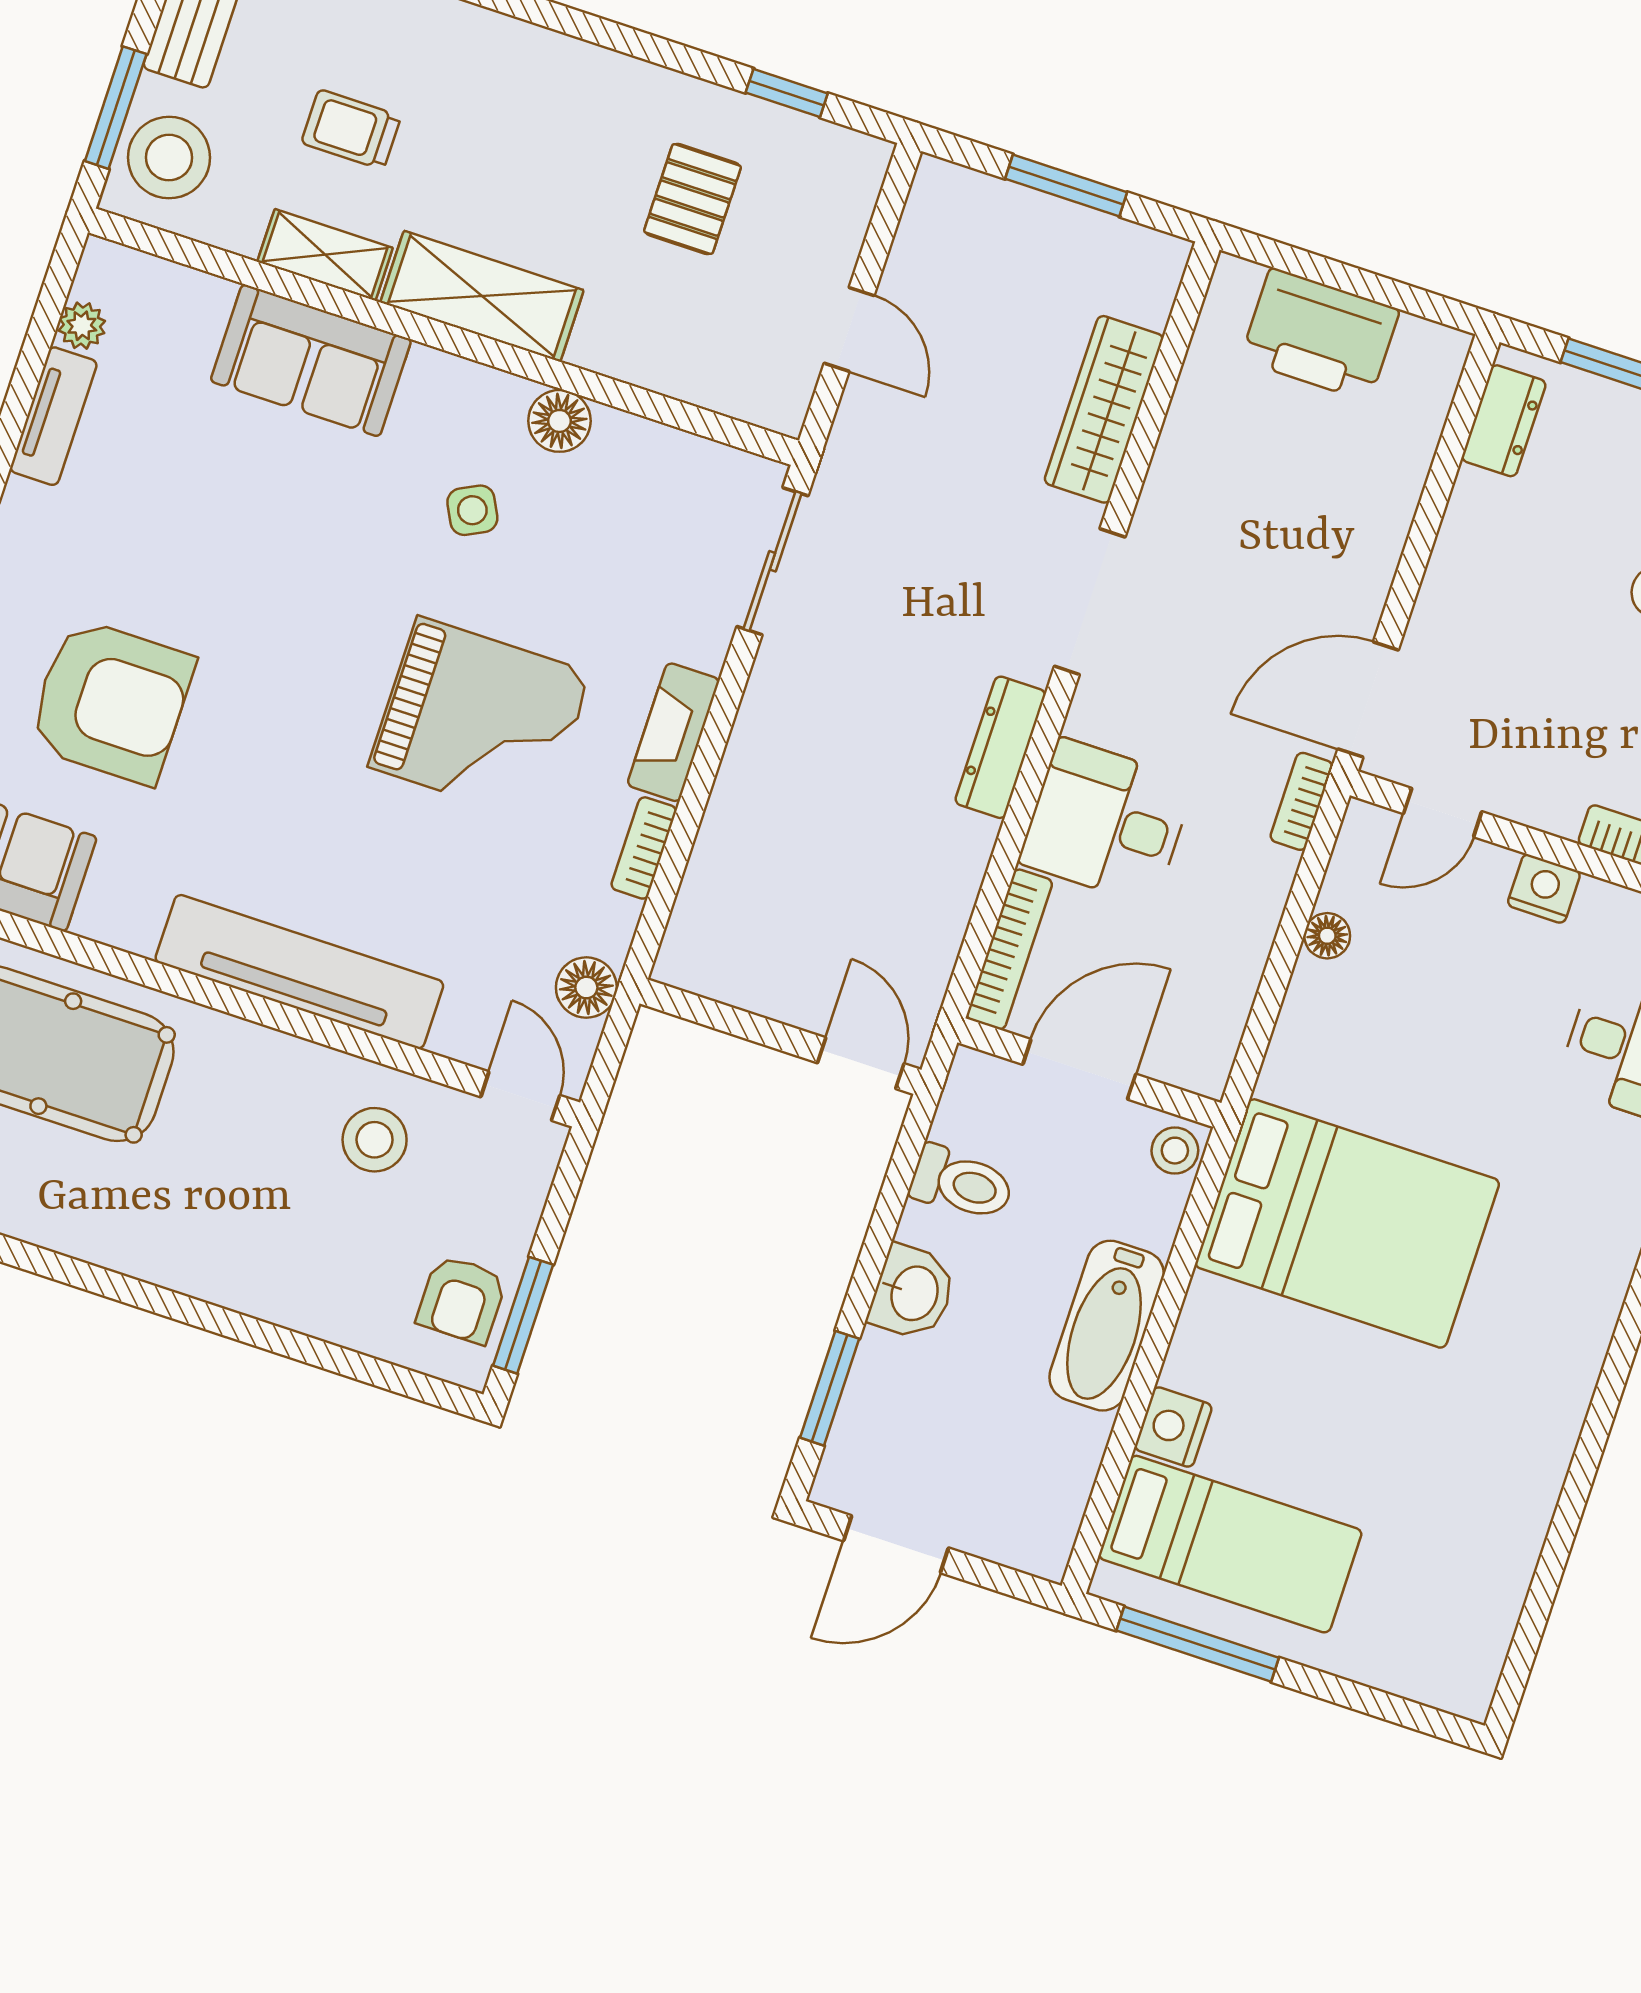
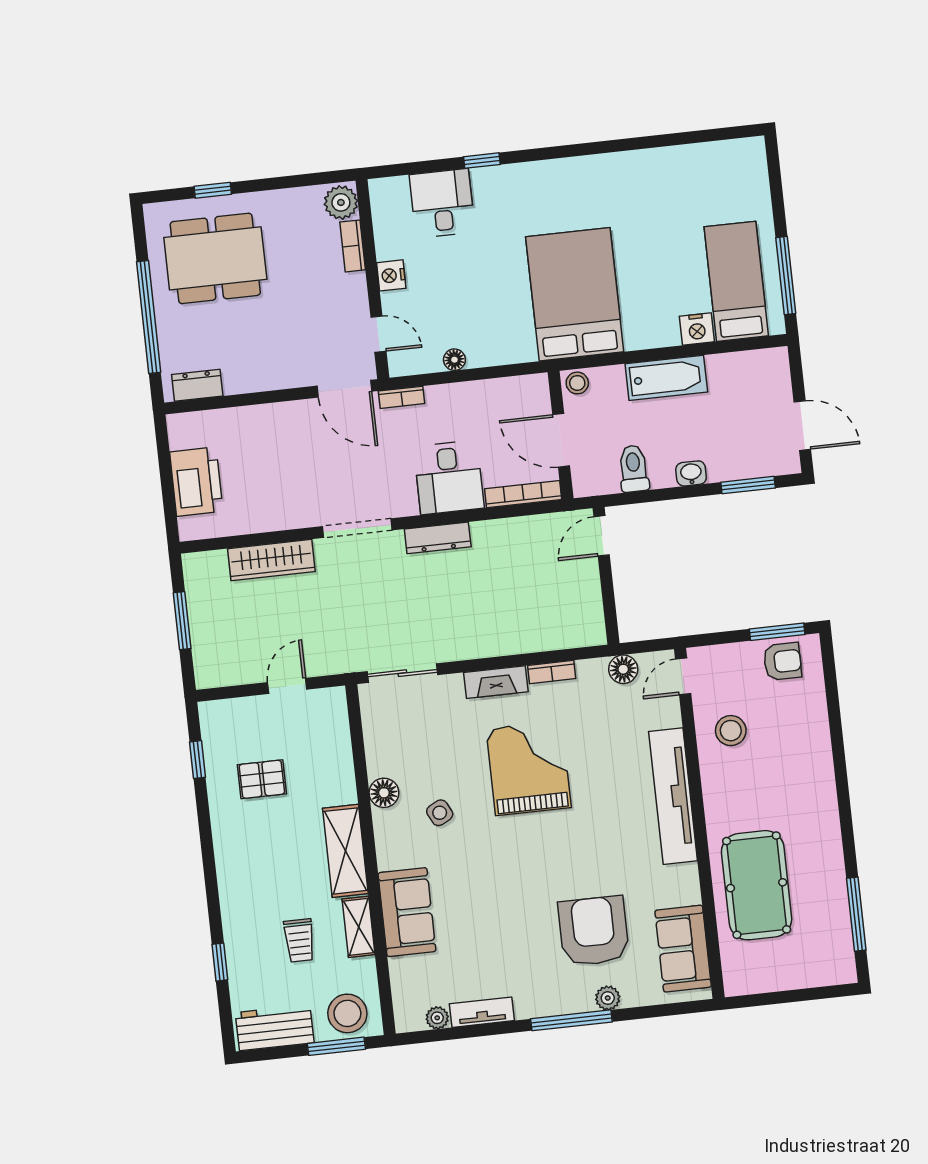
washbasin: (913, 1293) -> (691, 473), width x0.72, depth x0.69

